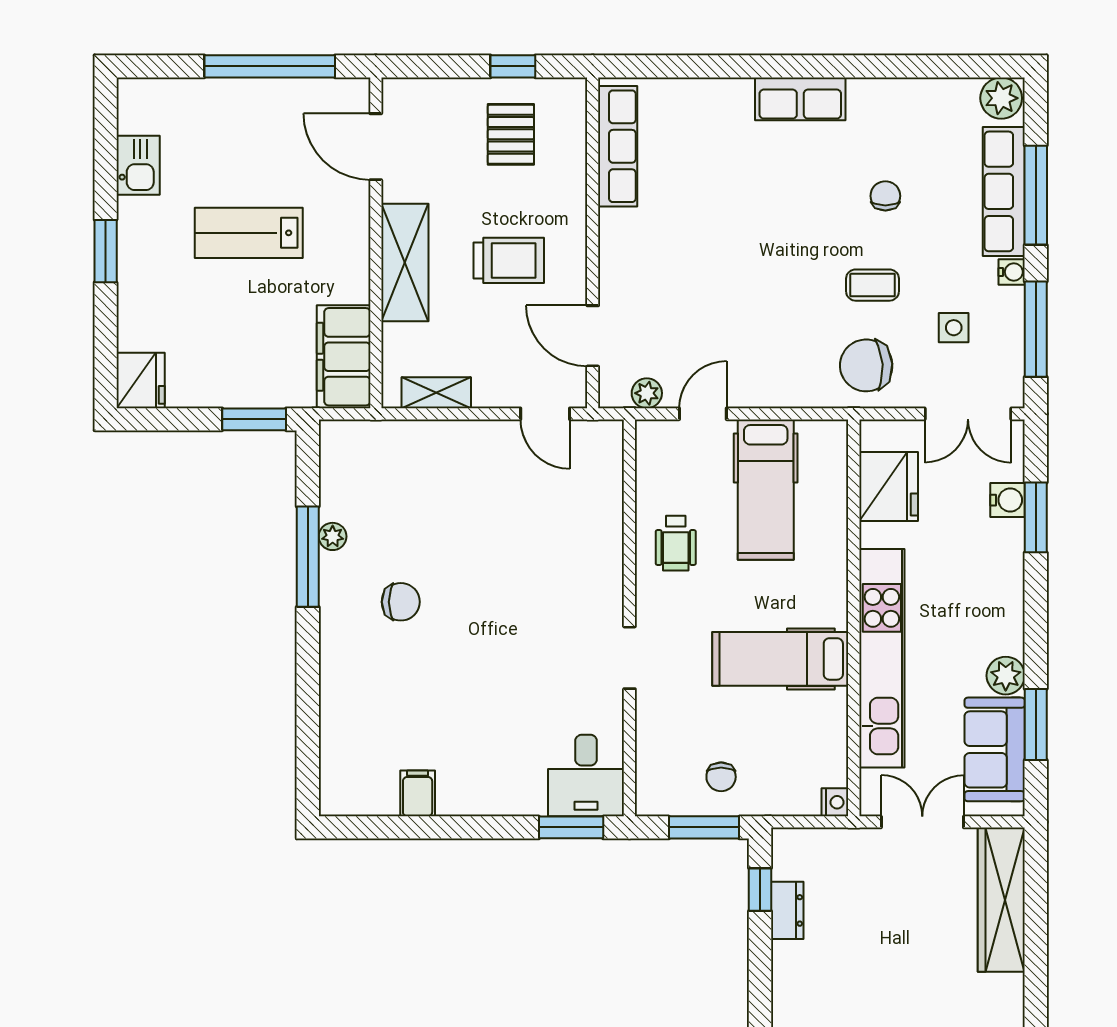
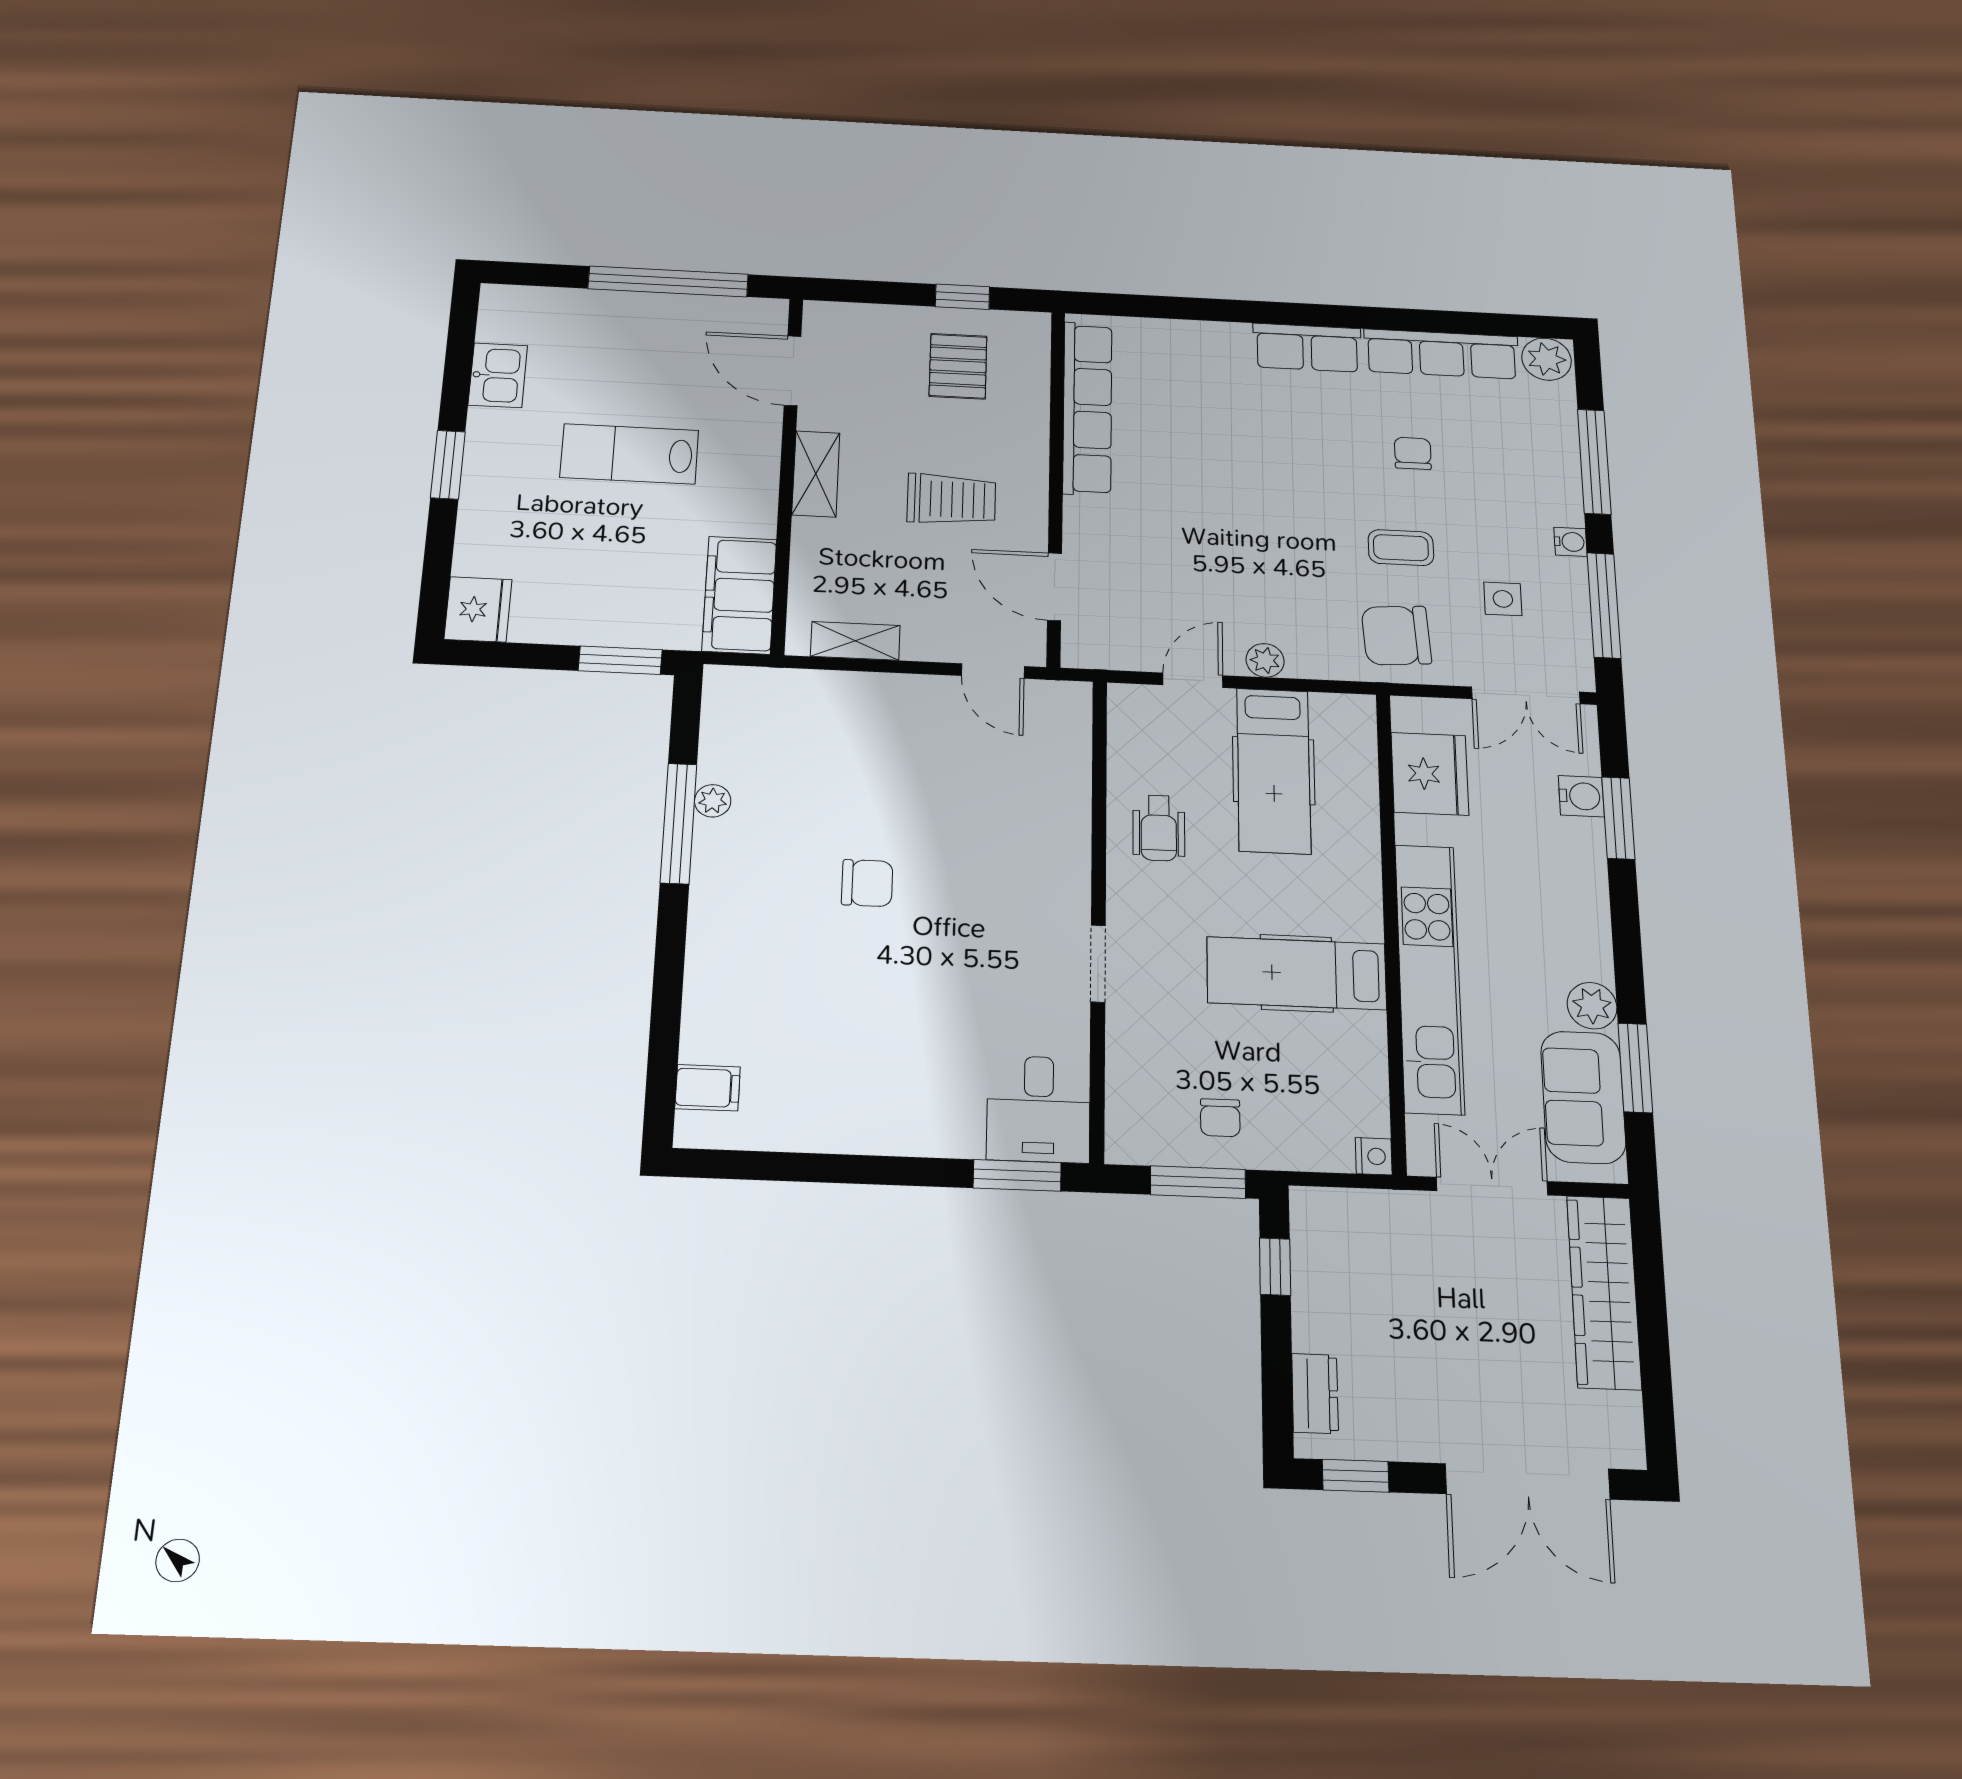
row of seats: (618, 146) -> (1087, 408), width x1.36
row of seats: (1004, 191) -> (1442, 354), moved, turned -90
shelving: (405, 263) -> (816, 474), width x0.67, depth x0.75
plant: (647, 393) -> (1265, 660), moved
chair: (401, 602) -> (867, 883), moved
filing cabinet: (418, 793) -> (708, 1088), moved, turned 90
dresser: (787, 910) -> (1315, 1394), moved

